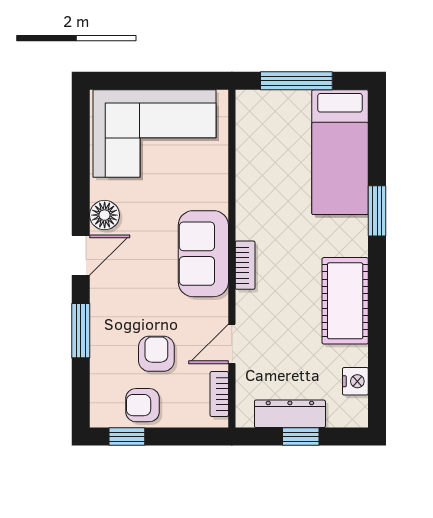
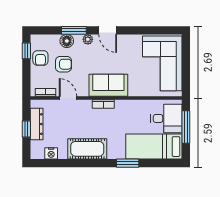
desk: (277, 124) -> (166, 118), added
floor lamp: (105, 215) -> (67, 41), moved
plant: (101, 300) -> (88, 39), added
armchair: (143, 405) -> (40, 58), turned 180

